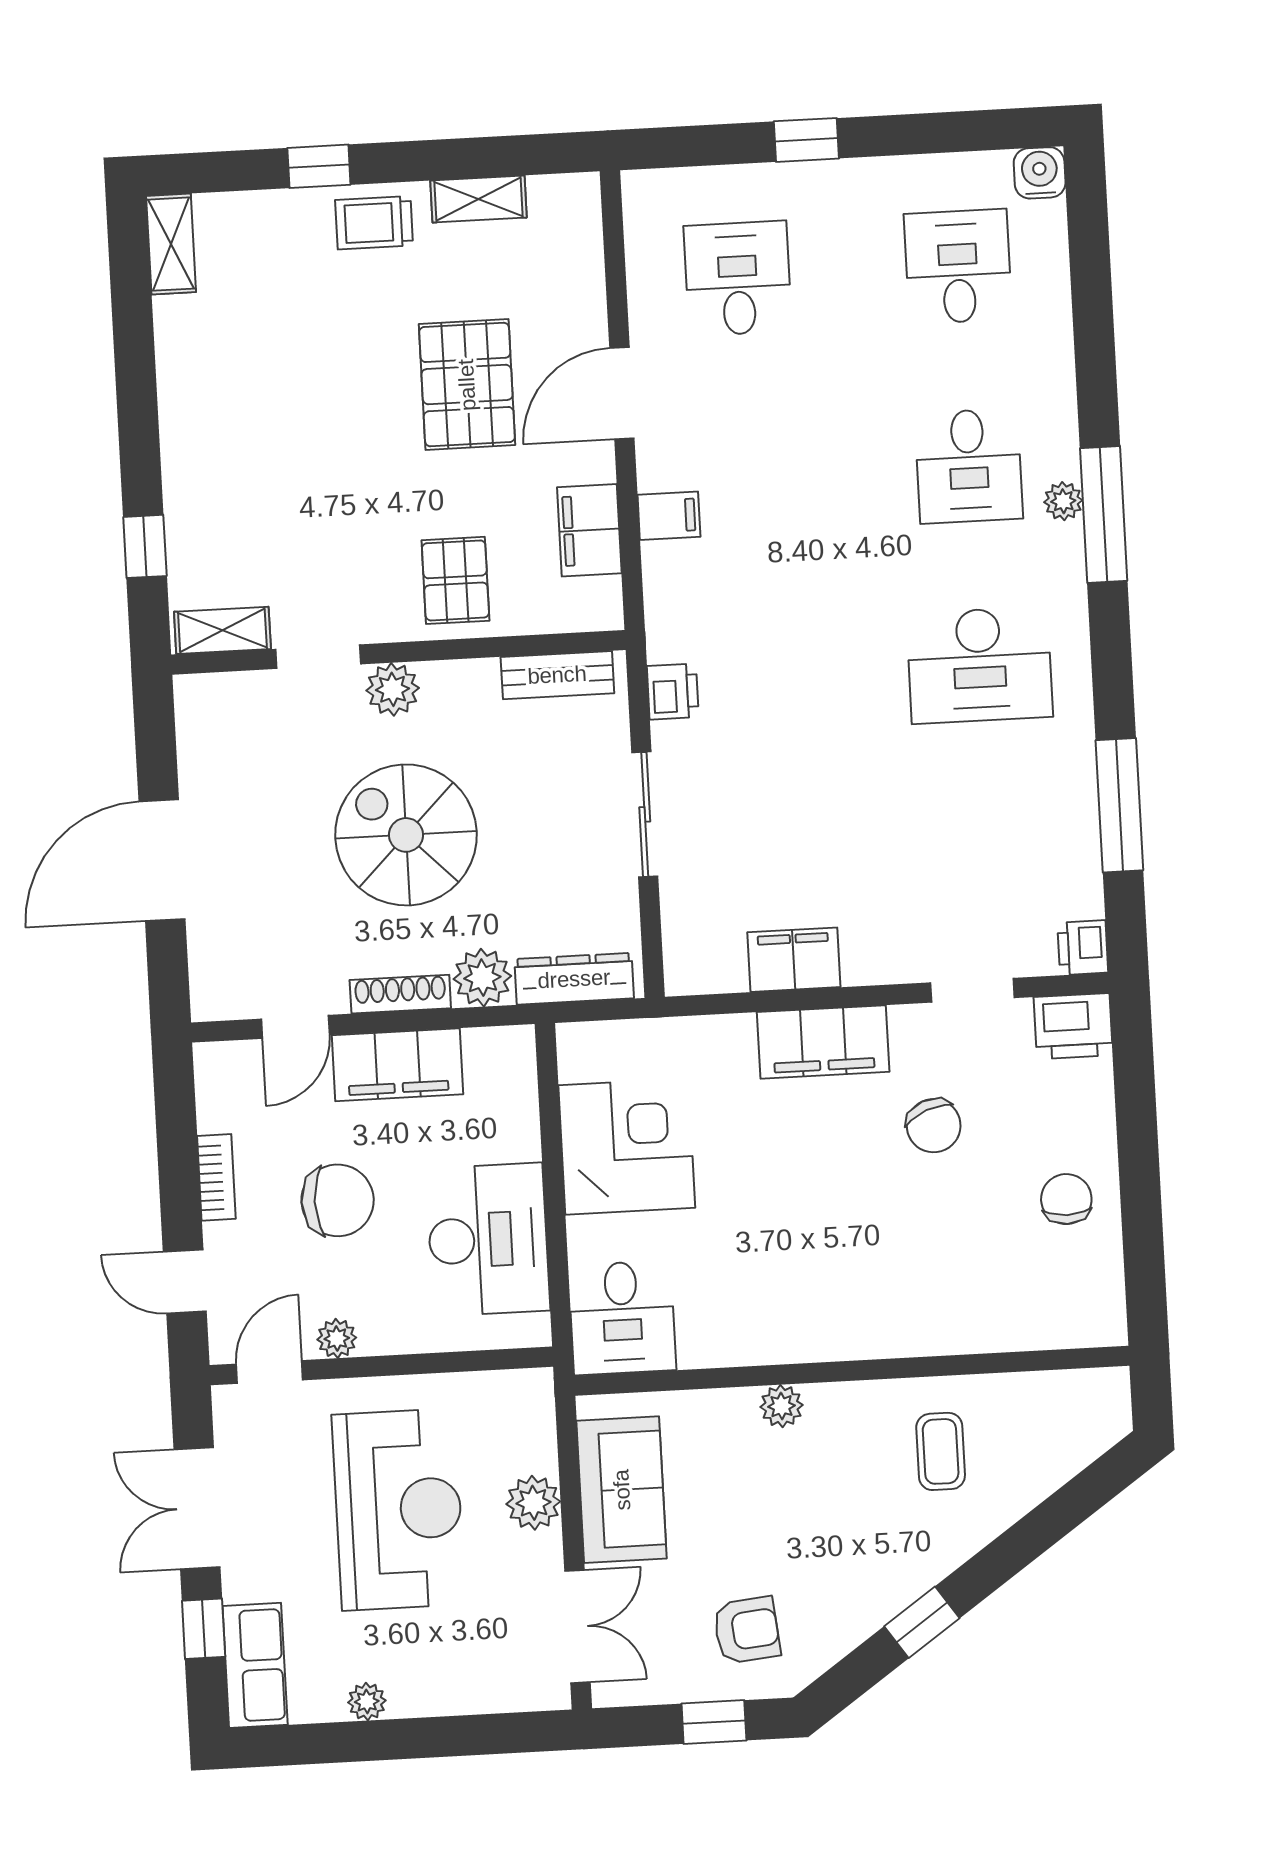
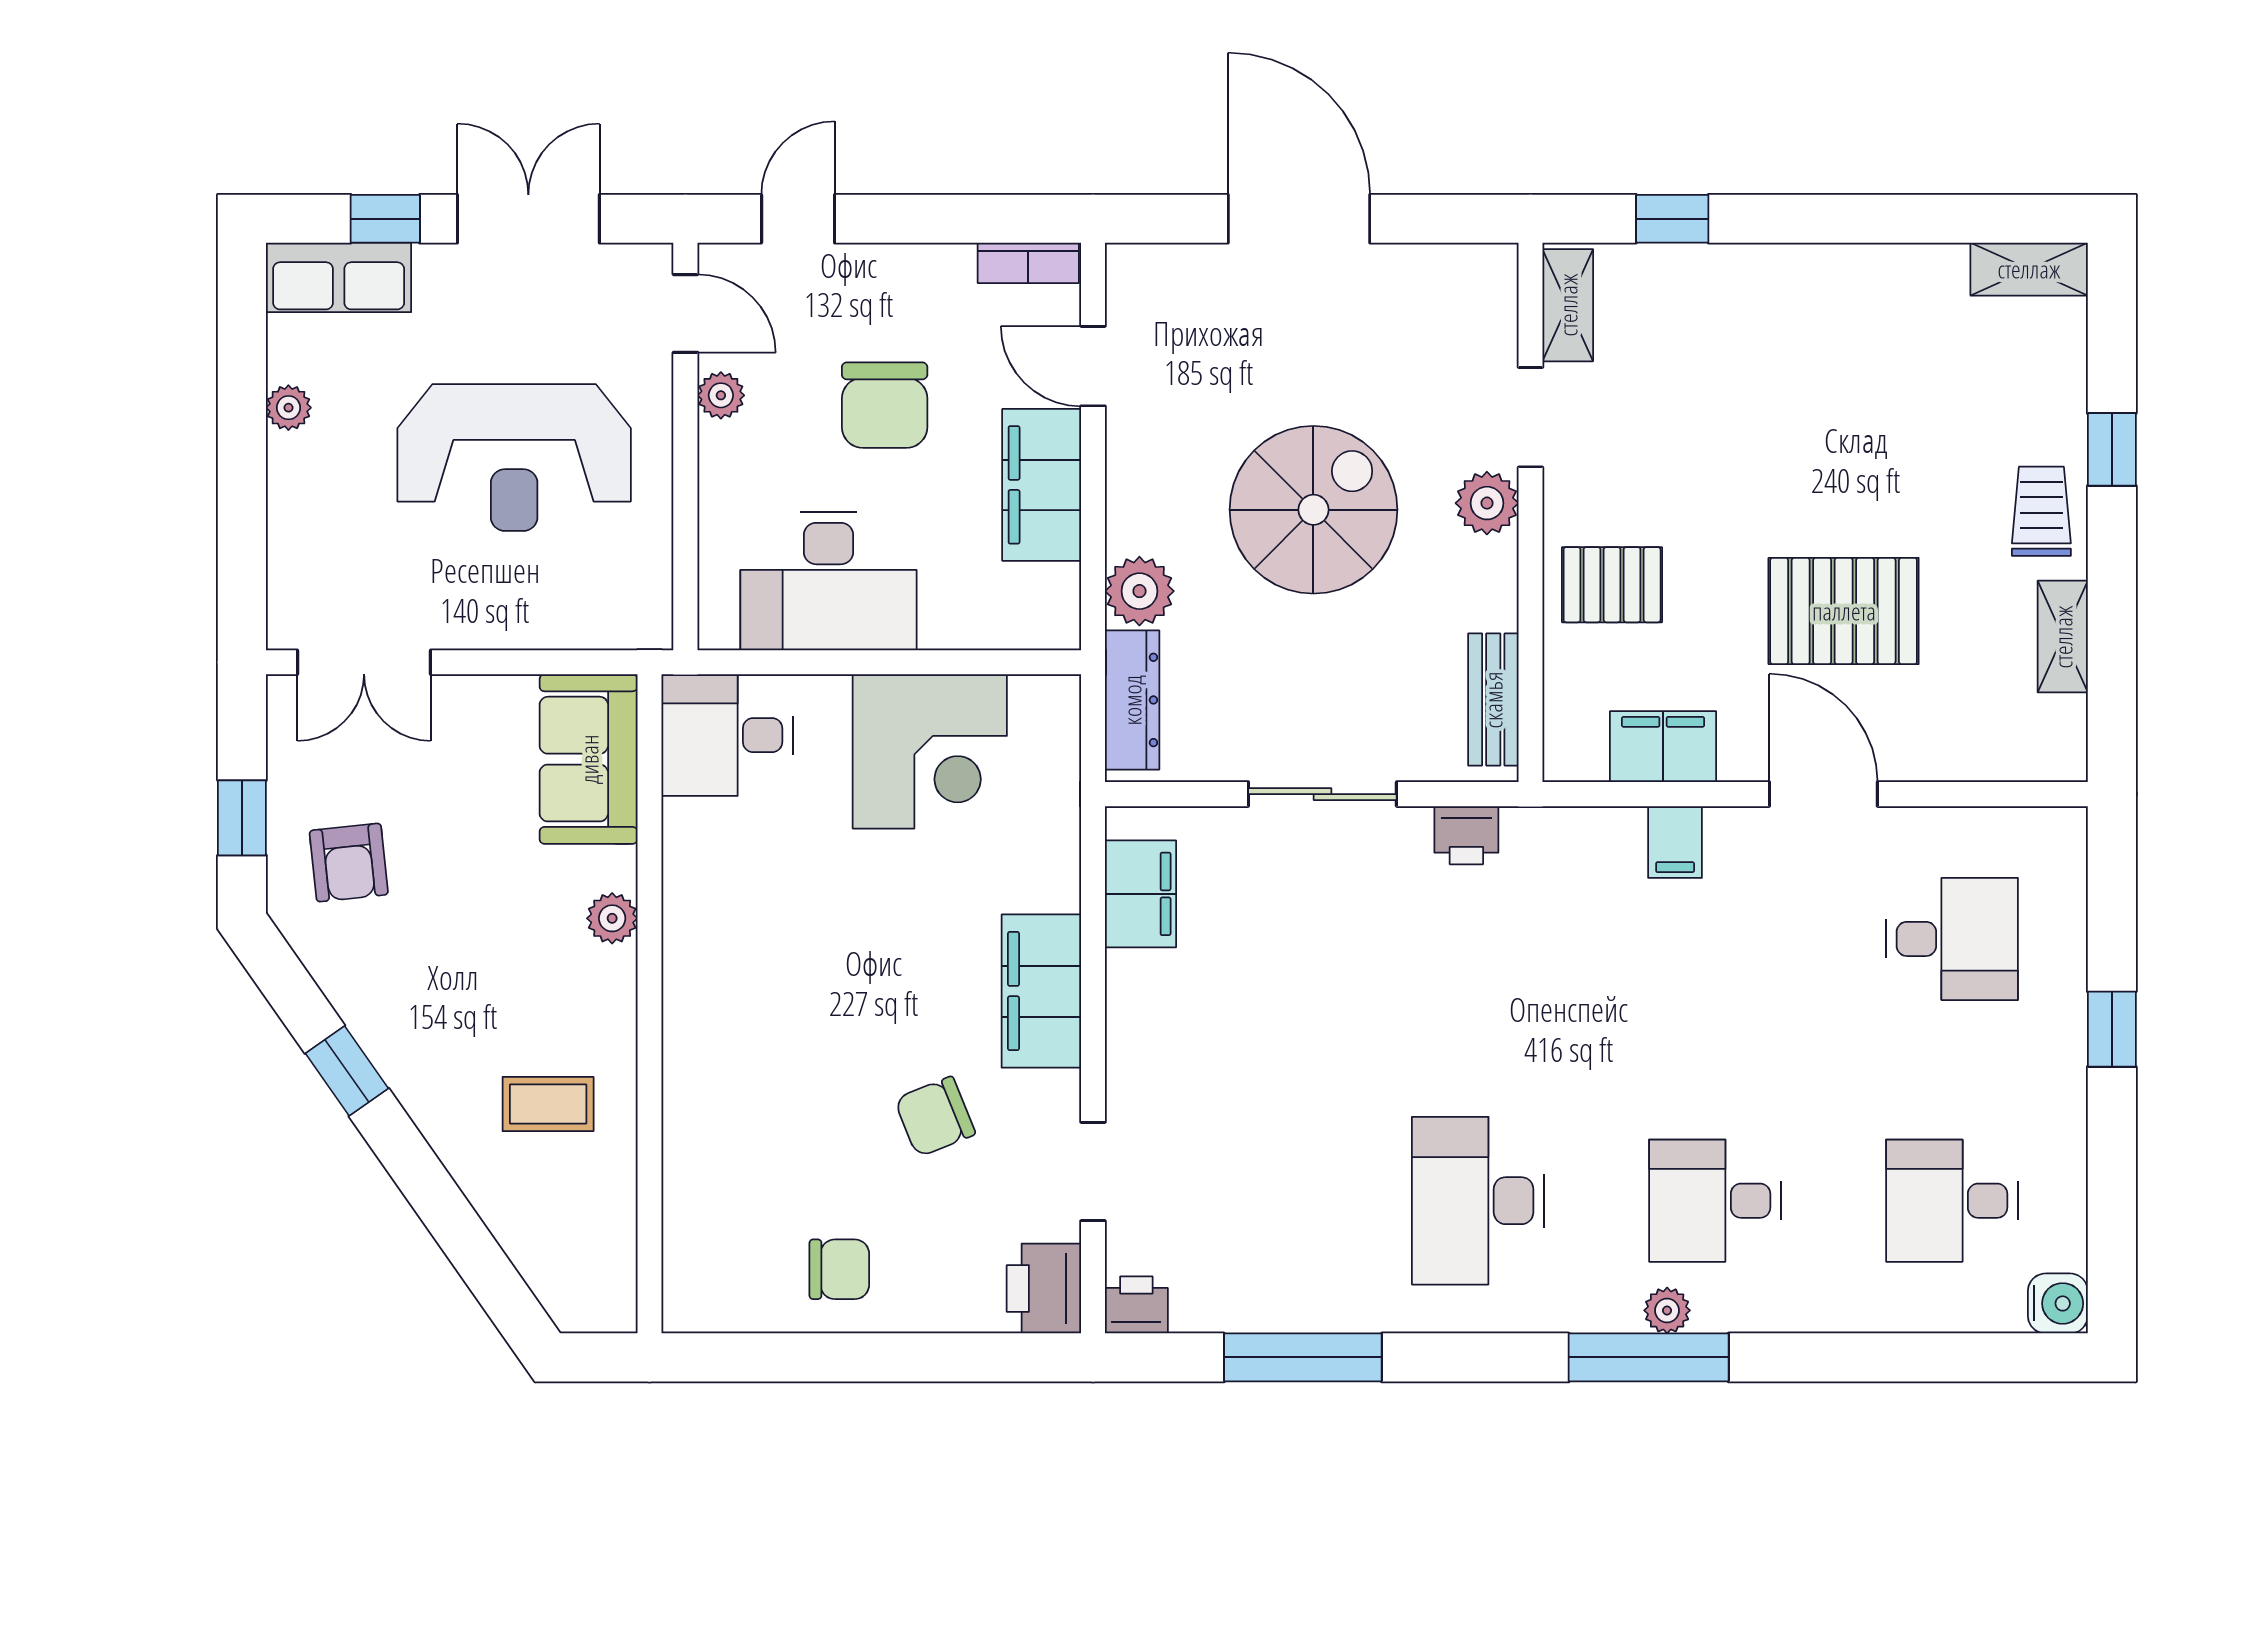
desk: (958, 267) -> (1952, 1201), turned 180
filing cabinet: (794, 960) -> (1141, 894), moved
shoe rack: (400, 994) -> (1125, 493), removed
bookcase: (216, 1177) -> (1028, 263), moved
sofa: (622, 1490) -> (589, 759), moved, turned 90
plant: (533, 1503) -> (514, 618), removed

